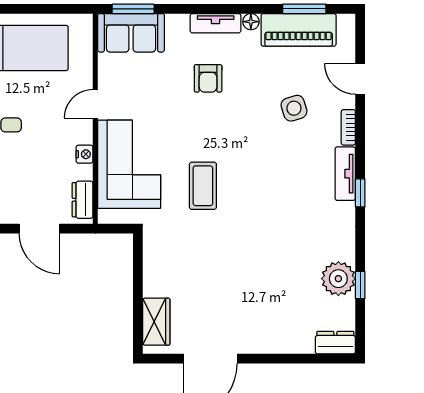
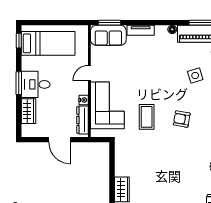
tv unit: (216, 23) -> (141, 30), moved
armchair: (208, 78) -> (182, 119), moved, turned 100
dresser: (83, 200) -> (83, 120), width x1.44

